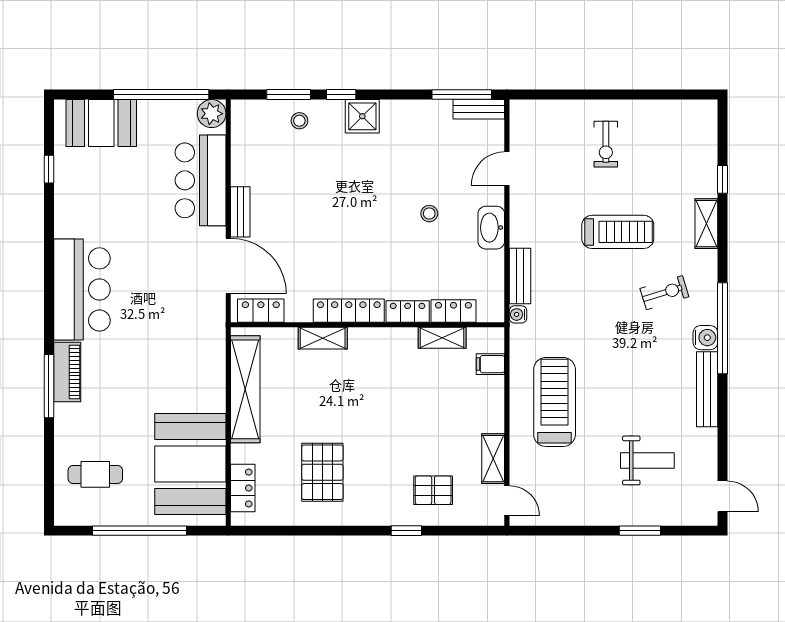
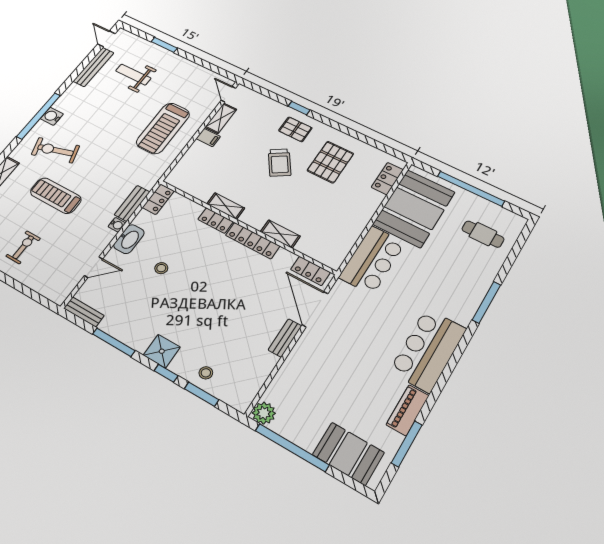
window: (462, 95) -> (114, 342), moved
window: (49, 169) -> (407, 444), width x2.17
bar counter: (201, 180) -> (372, 260), moved
exercise bike: (664, 293) -> (55, 150), width x1.38, depth x1.39
locker: (453, 311) -> (158, 199), moved, turned -90
water cooler: (518, 314) -> (117, 225), moved
shelving: (442, 338) -> (226, 206), moved
filing cabinet: (490, 364) -> (208, 138), moved
piano: (67, 372) -> (408, 410), moved
shelving: (245, 389) -> (350, 231), removed
bench: (707, 389) -> (94, 67), moved
trolley: (382, 436) -> (280, 163), added
pallet: (433, 490) -> (295, 129), moved

